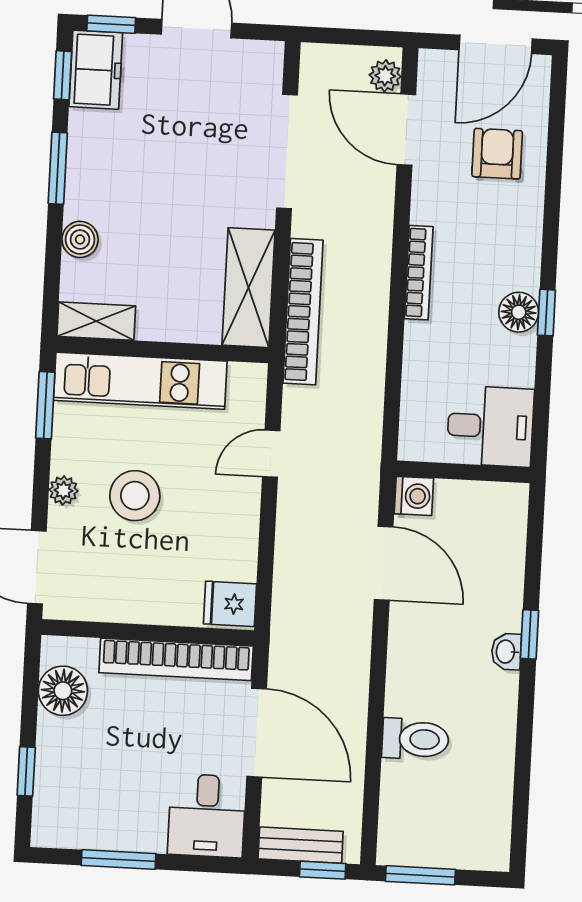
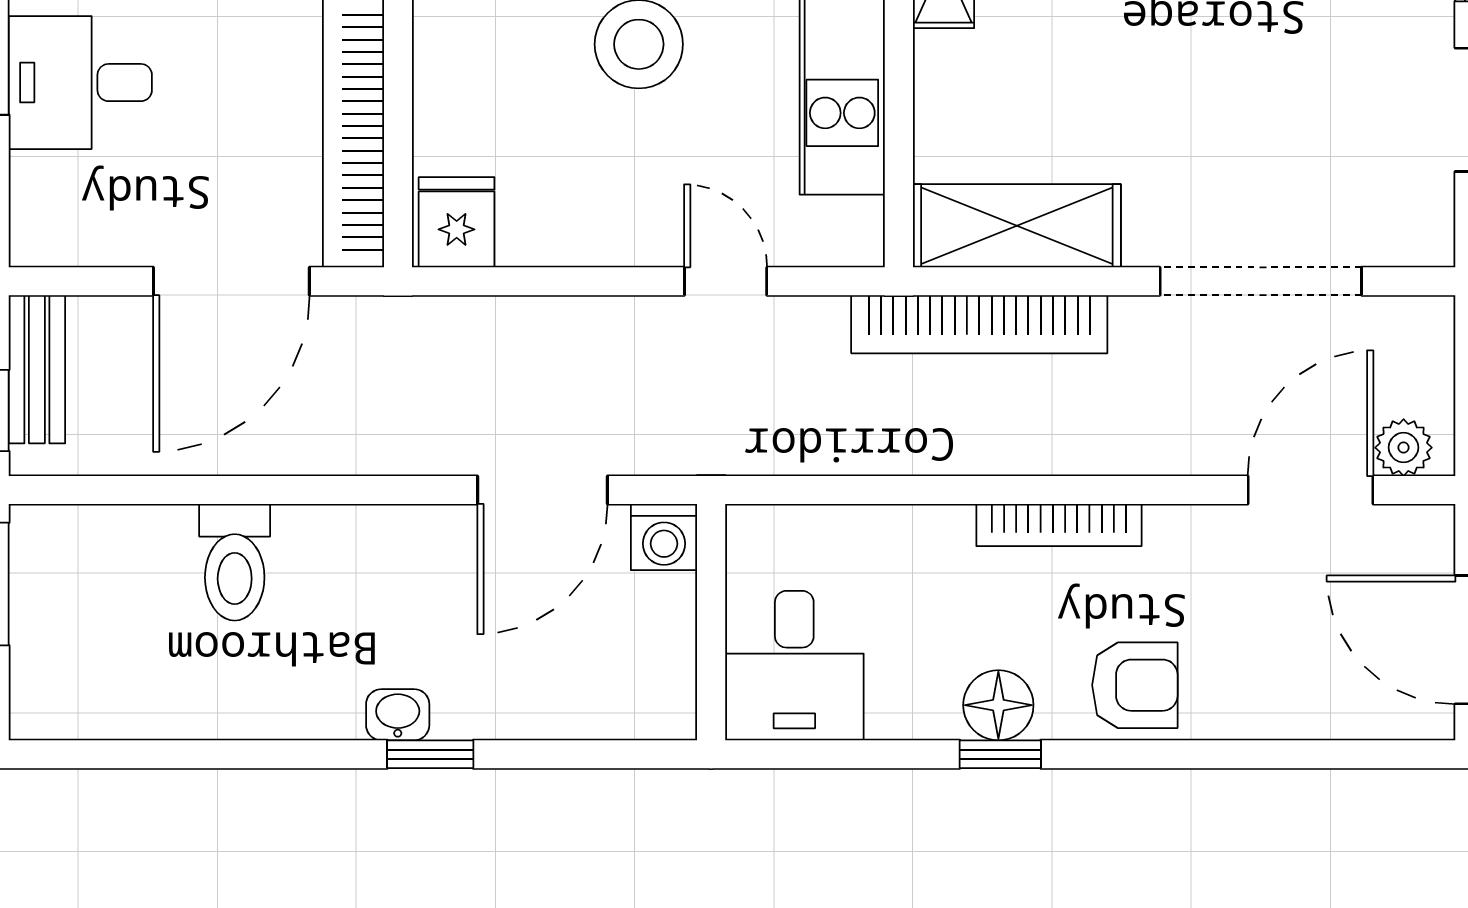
armchair: (497, 154) -> (1135, 685), moved
desk: (207, 816) -> (80, 83), moved

